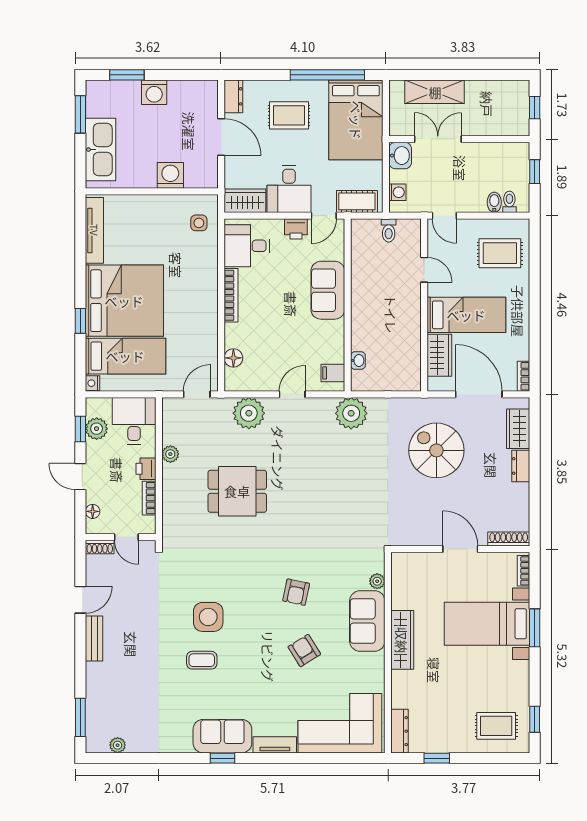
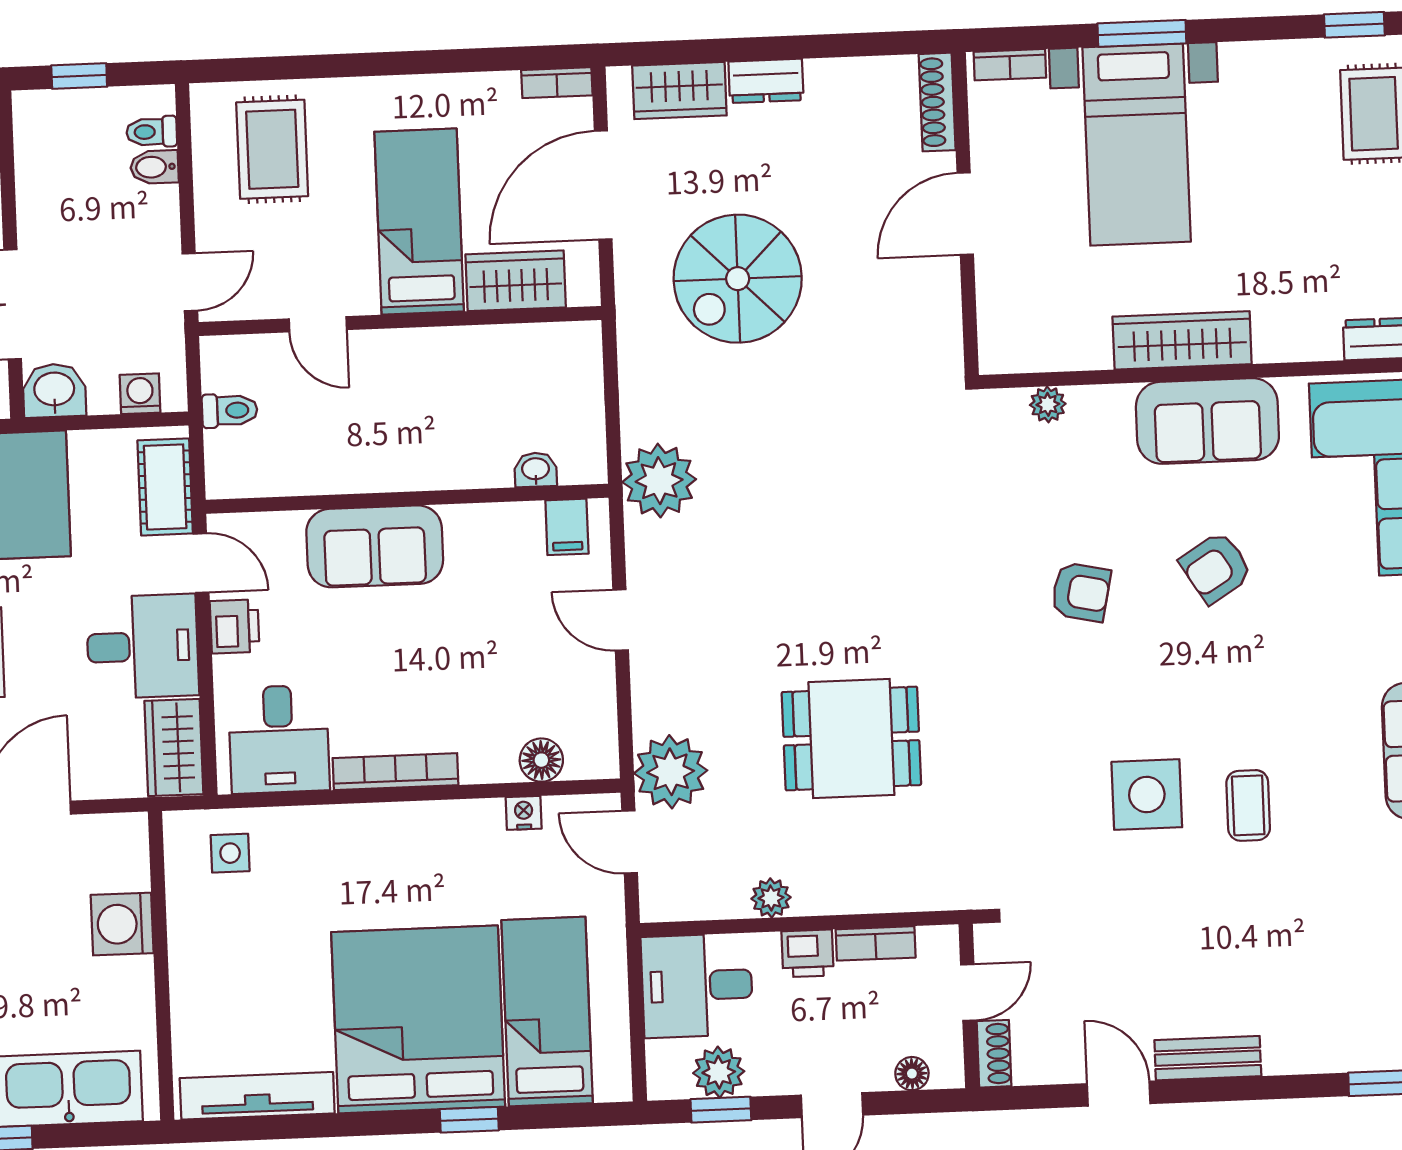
door: (424, 270) -> (318, 324), swing flipped
nightstand: (92, 383) -> (524, 813), moved, turned 180
plant: (249, 413) -> (671, 772), moved
dining table: (237, 491) -> (851, 739), turned 90
sofa: (367, 621) -> (1207, 421), moved

